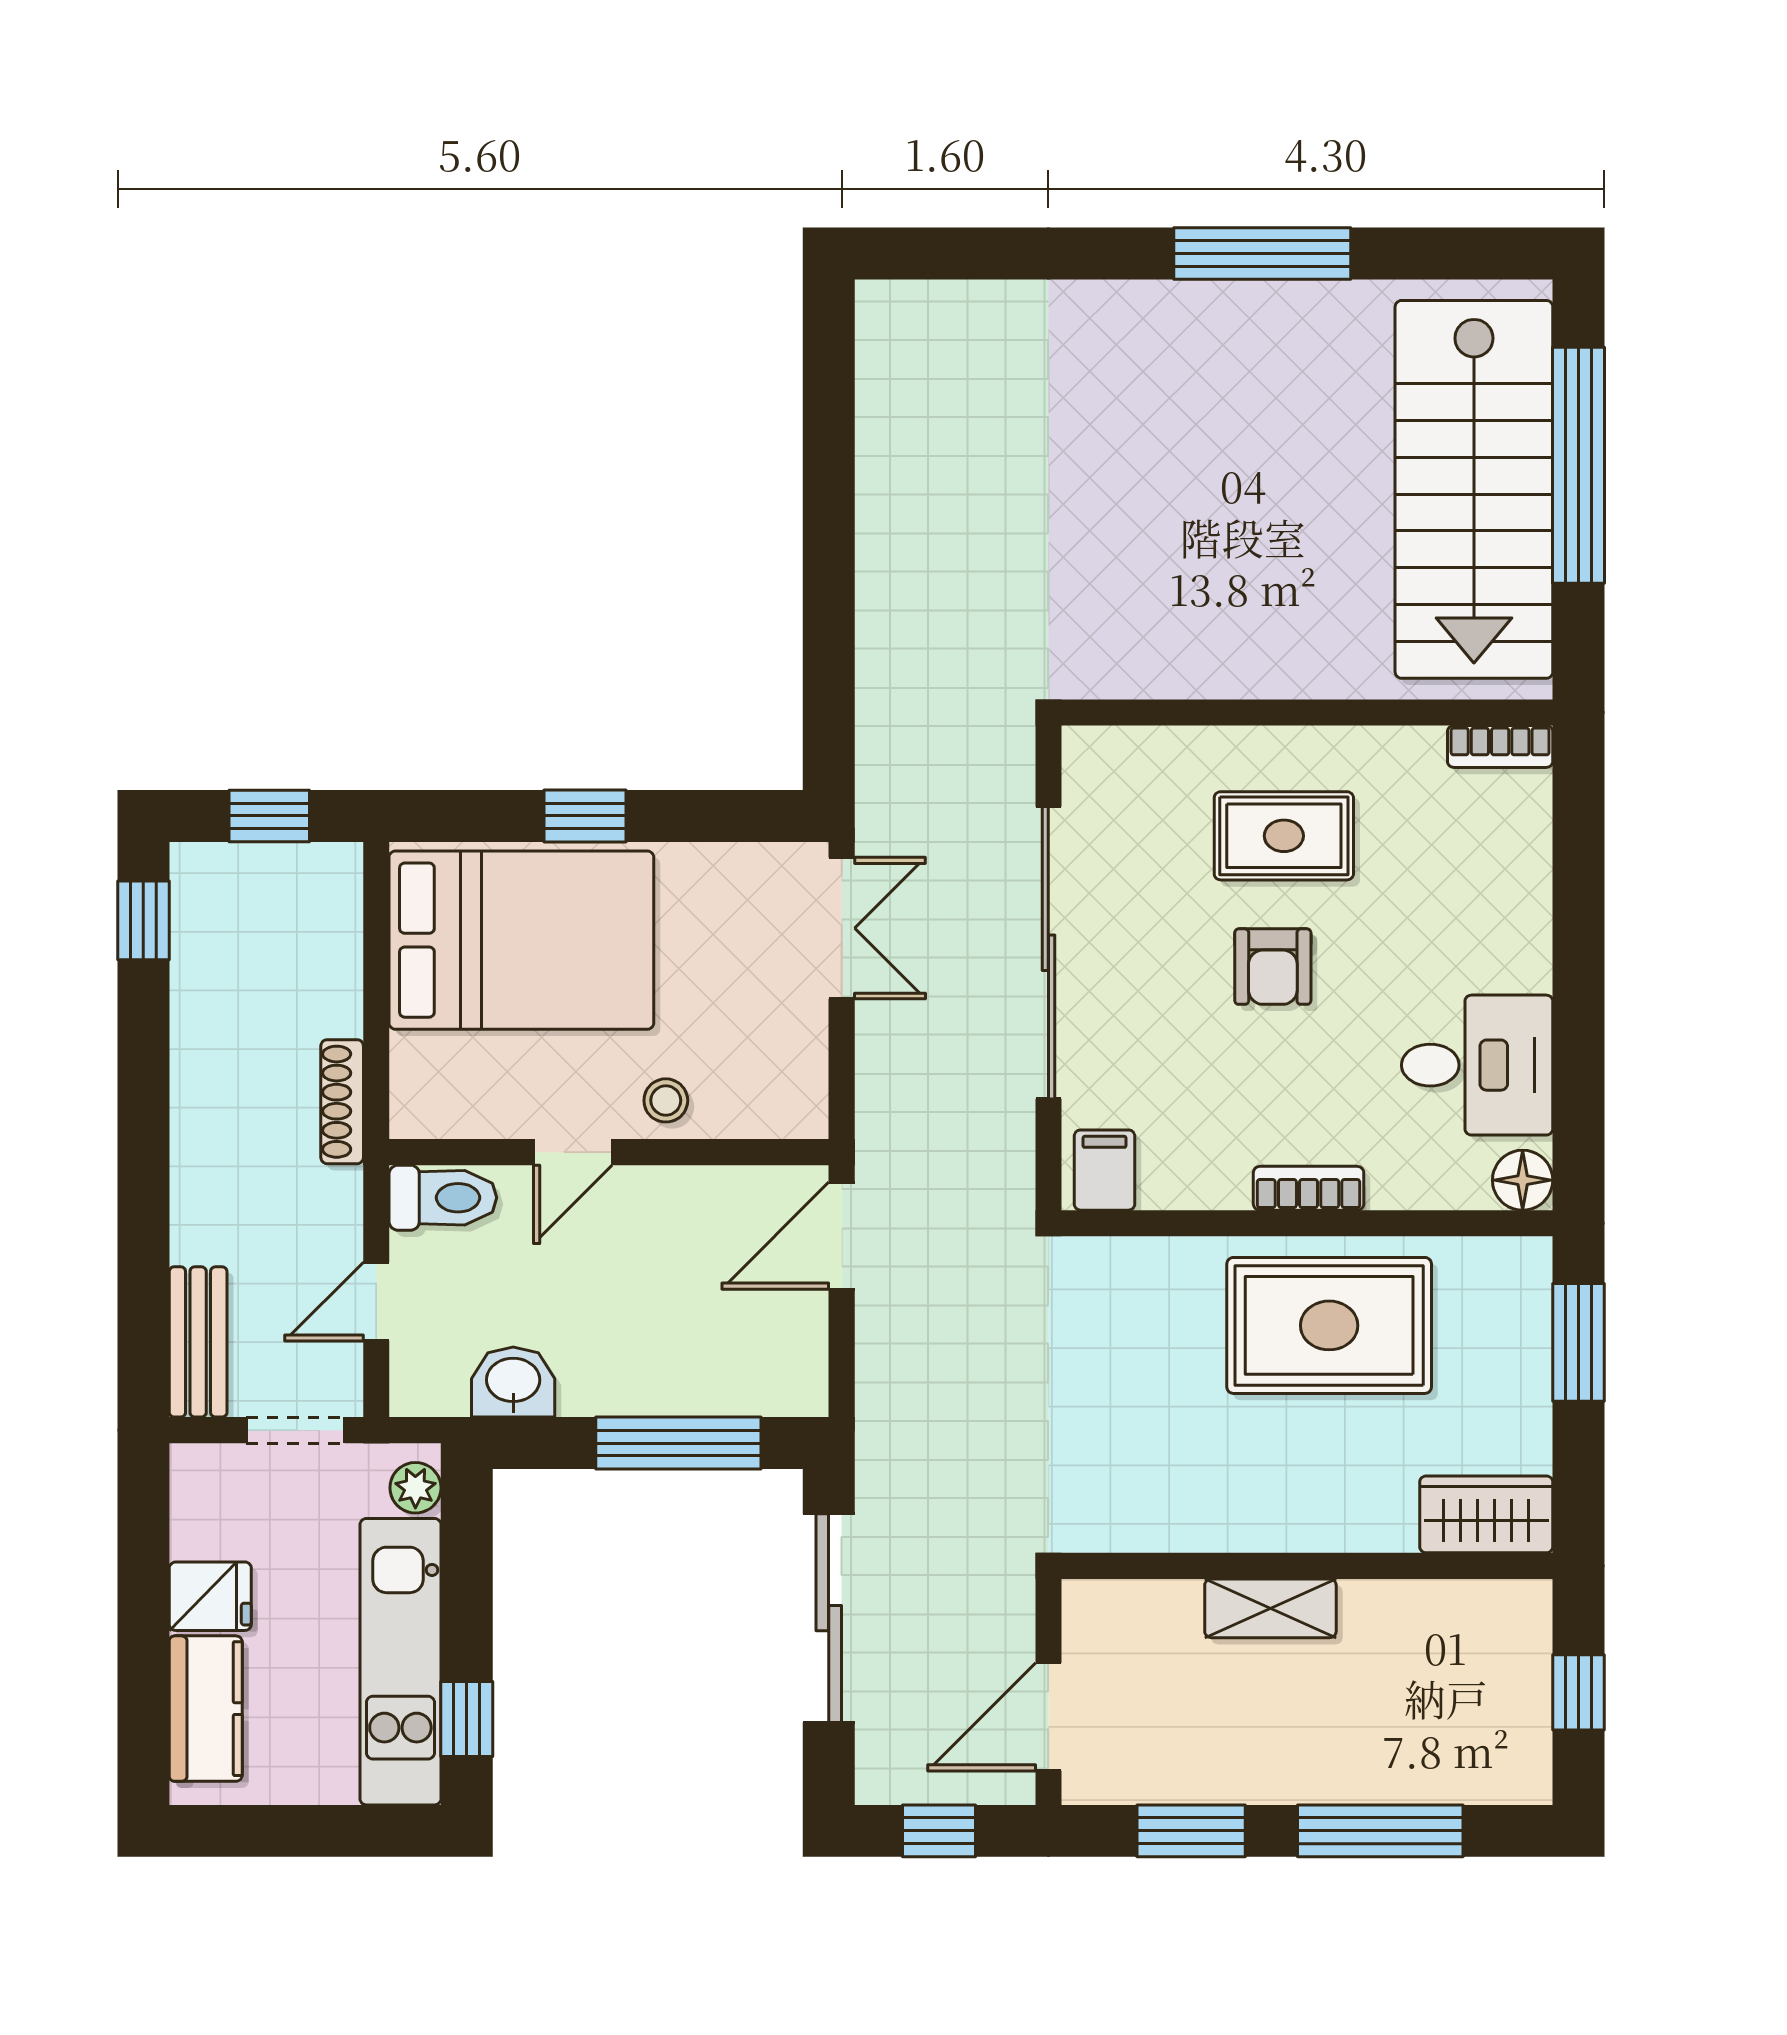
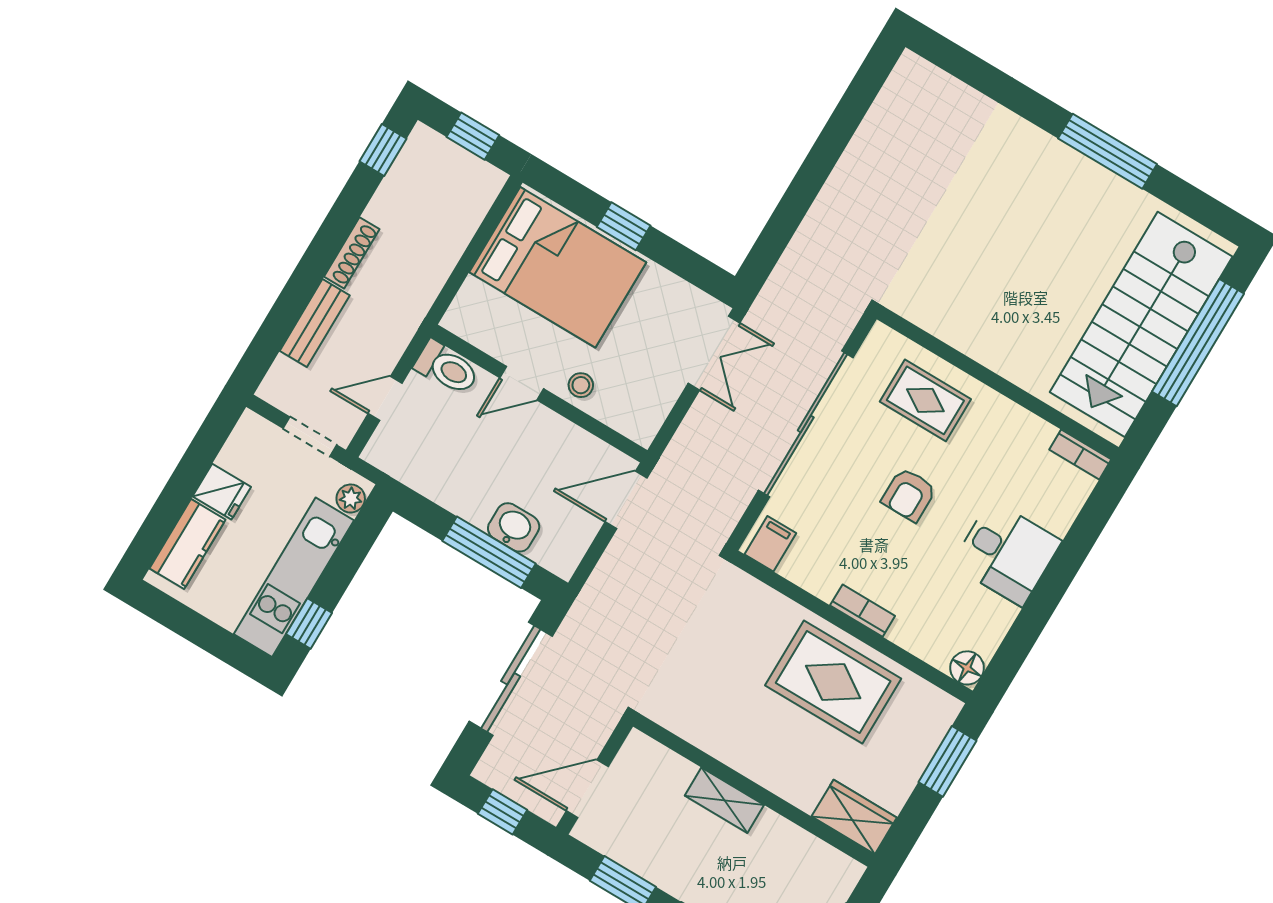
rug: (1284, 836) -> (925, 400), moved
desk: (1477, 1065) -> (1006, 553), moved
shoe rack: (342, 1102) -> (352, 253), moved, turned 180
bench: (198, 1342) -> (315, 323), moved
washbasin: (513, 1382) -> (514, 527), moved

